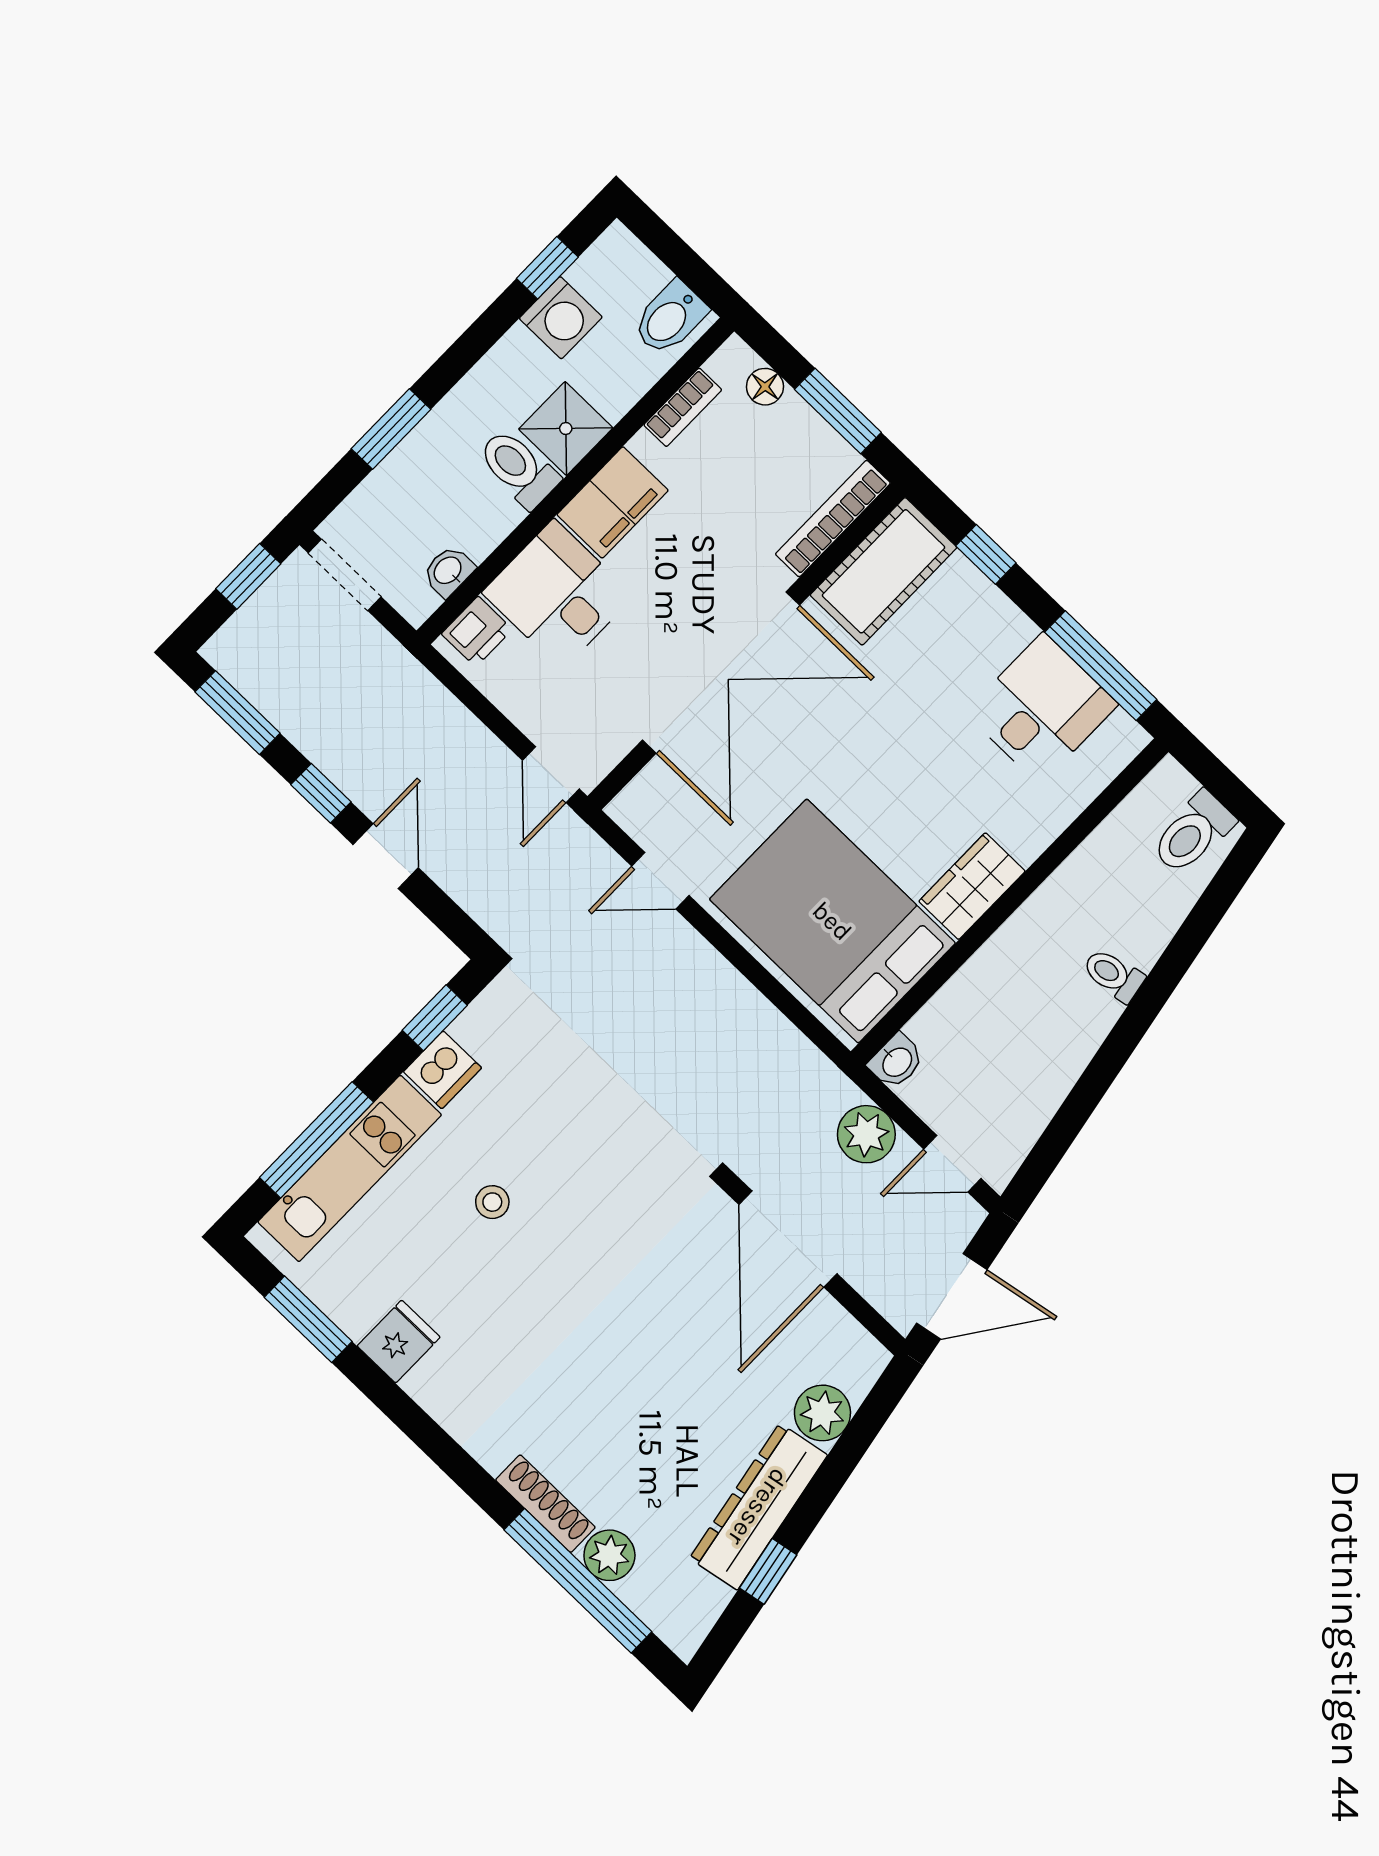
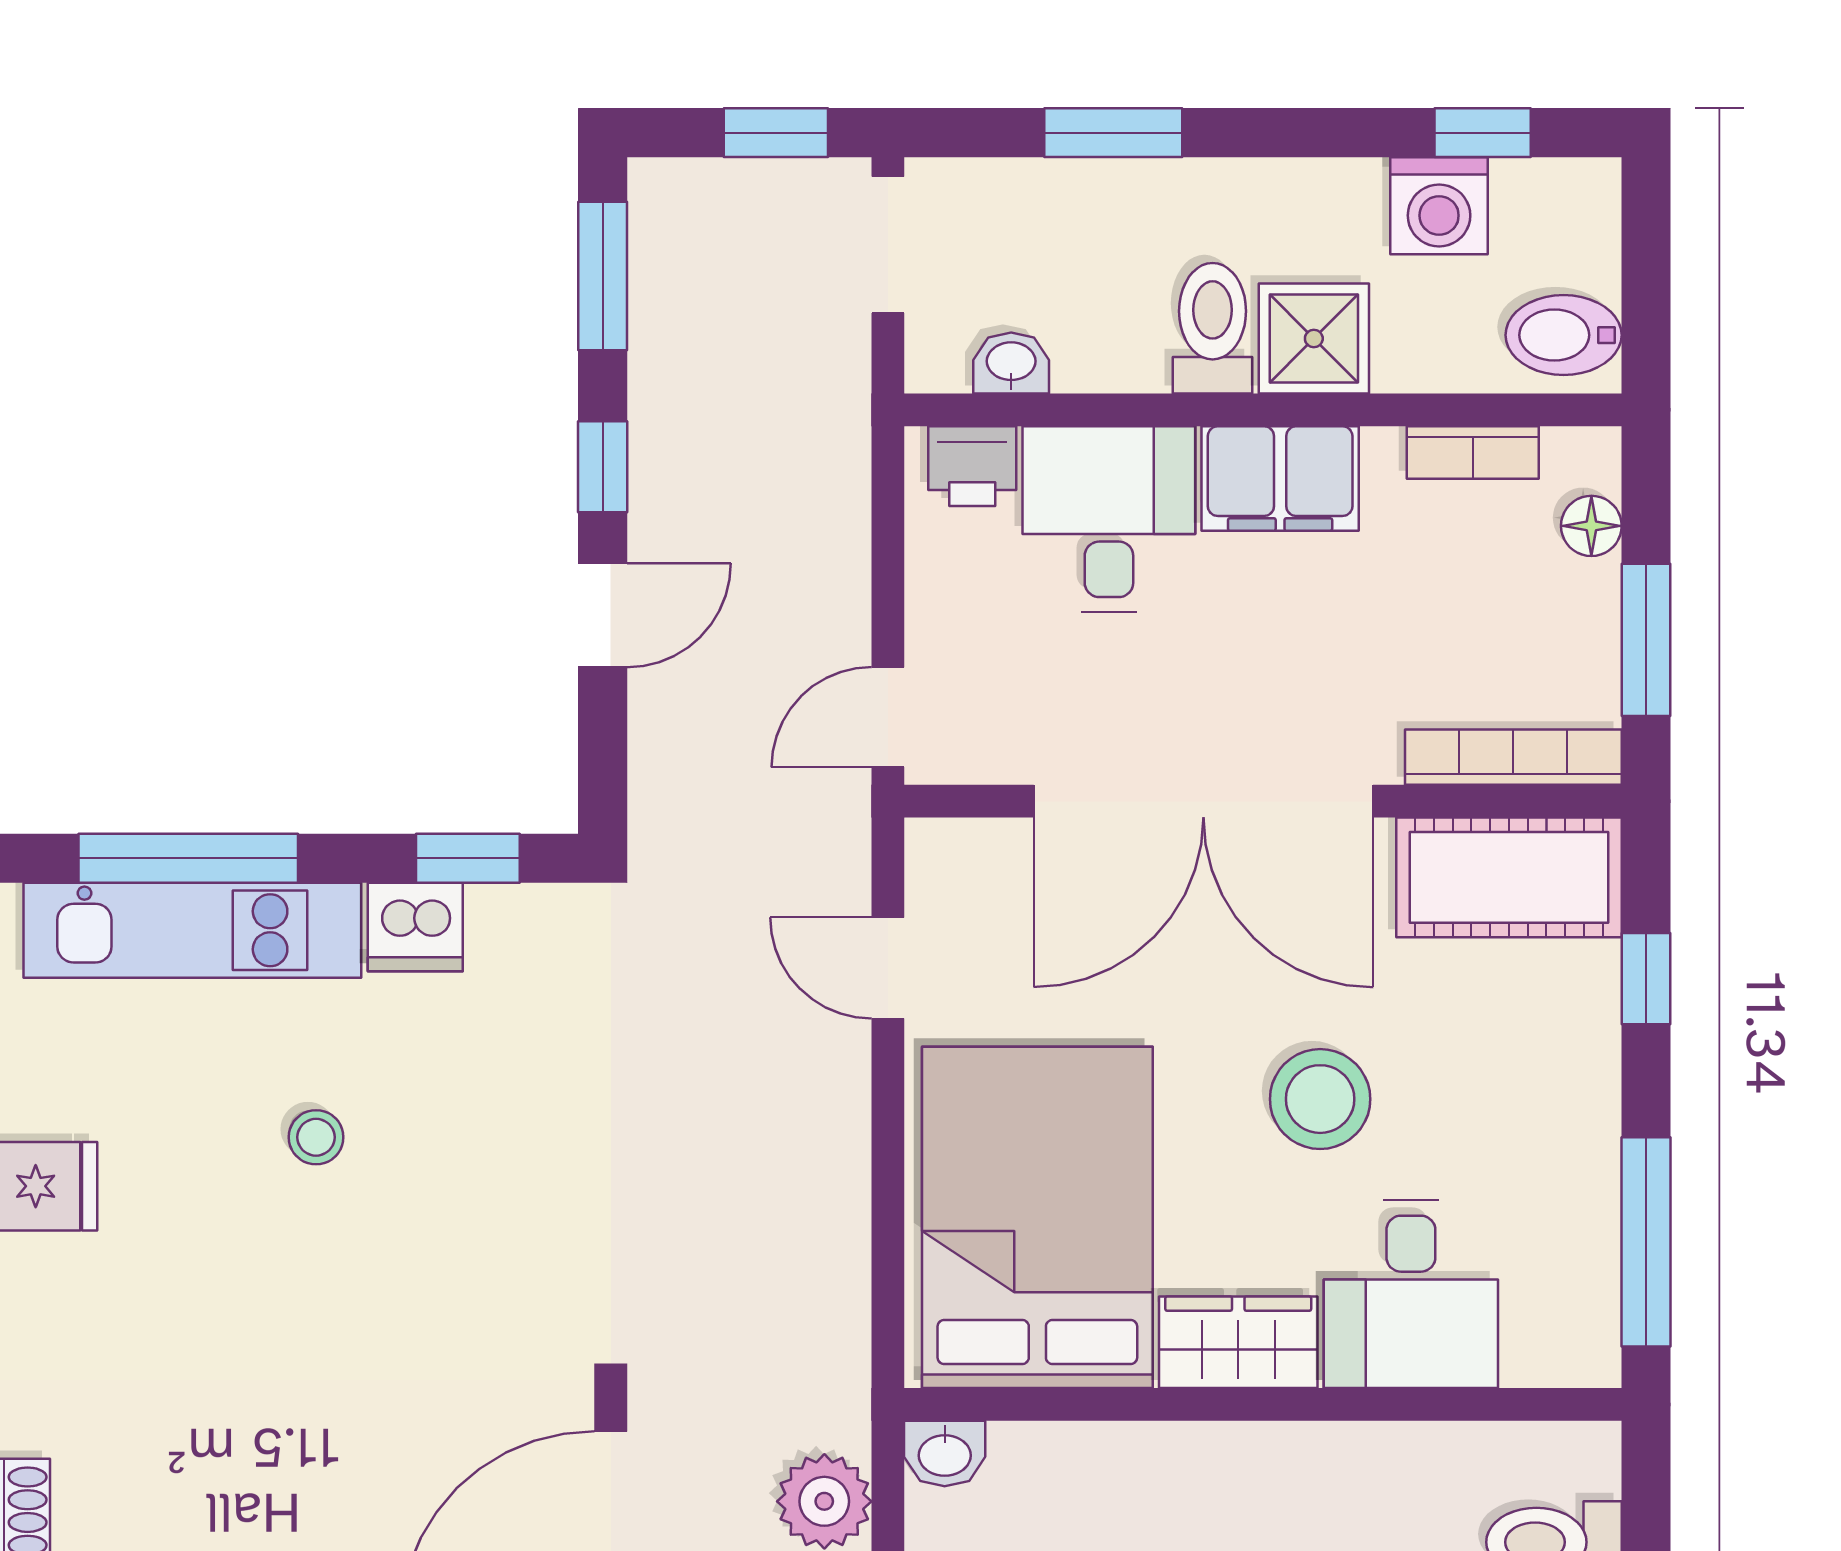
desk: (1042, 708) -> (1411, 1294), moved, turned 90
stool: (900, 748) -> (1320, 1099), added

